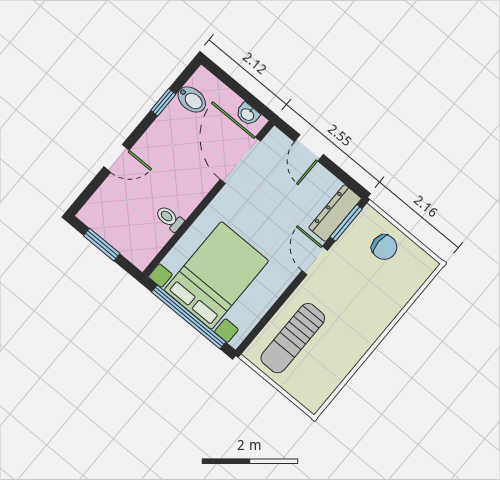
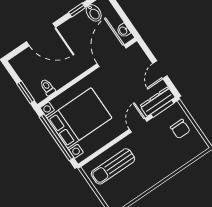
door: (309, 148) -> (160, 70), moved
door: (117, 158) -> (41, 35), width x1.88
toilet: (170, 218) -> (48, 87), moved
window: (102, 245) -> (26, 92), moved

